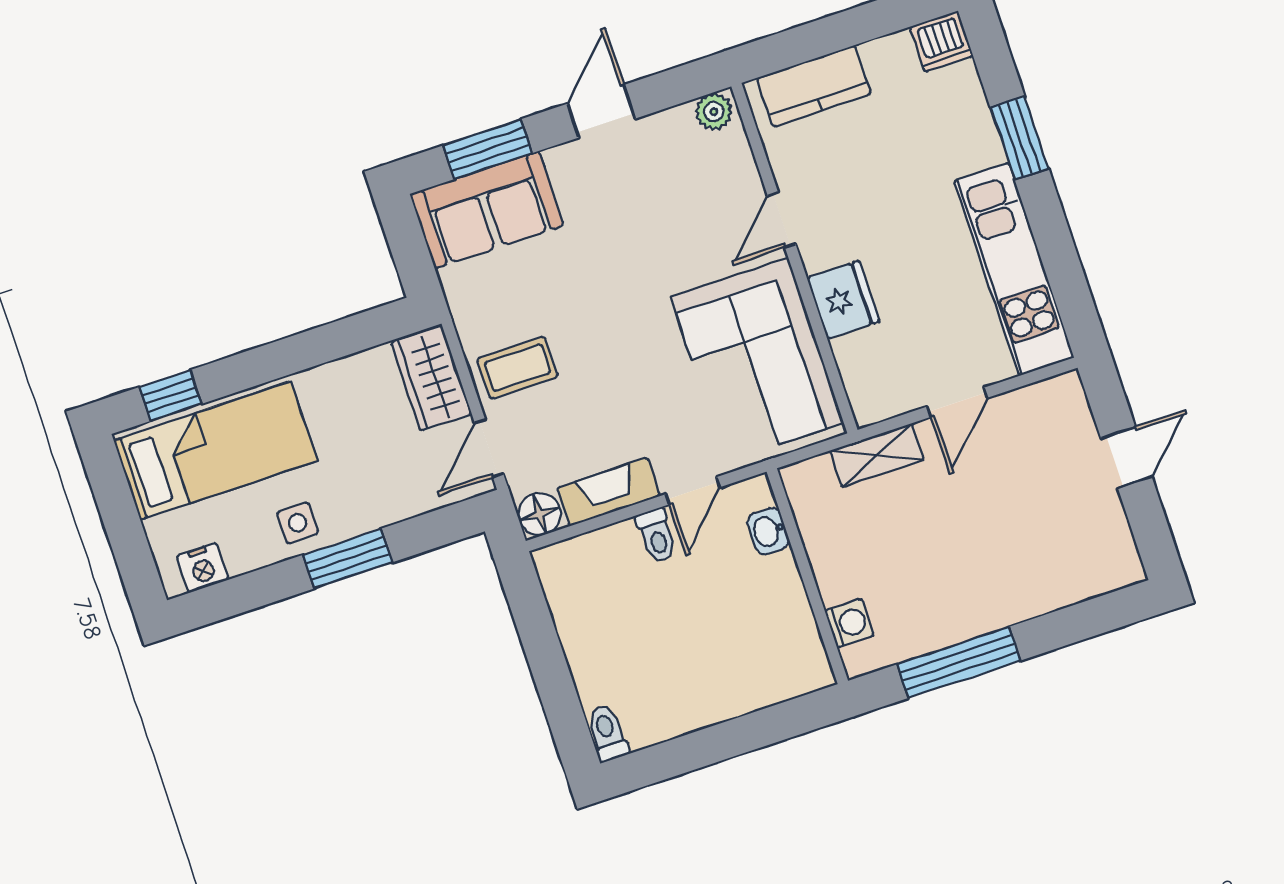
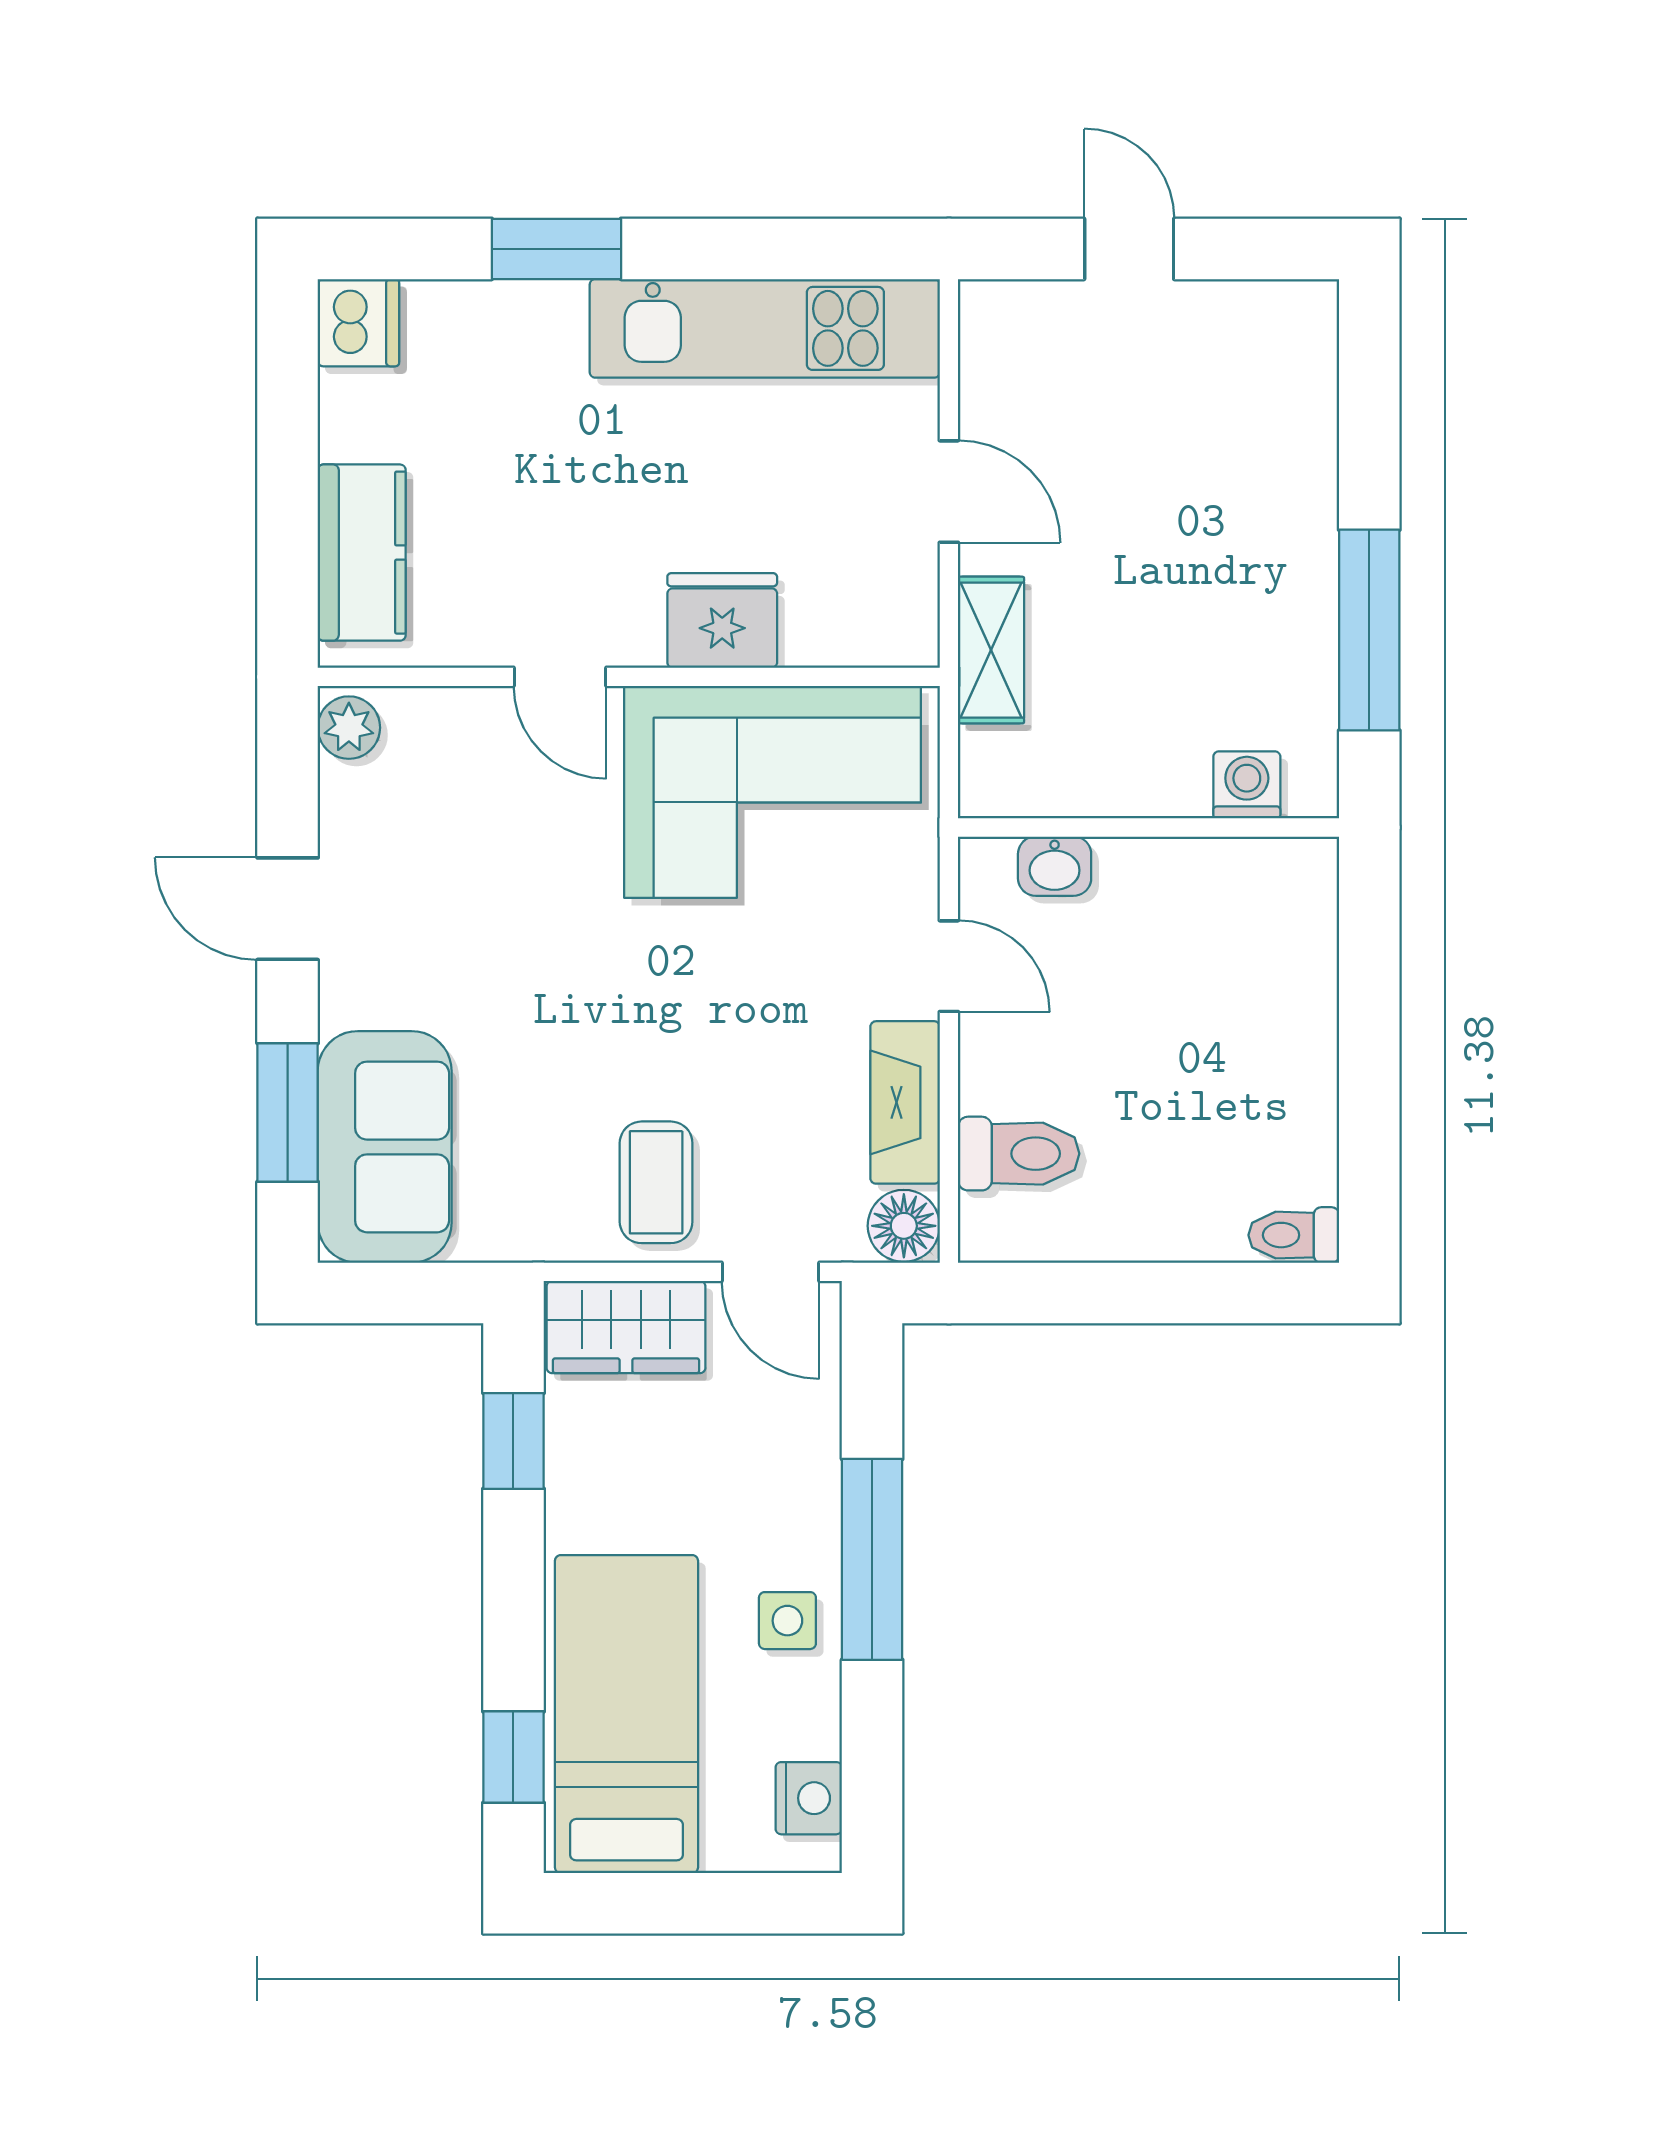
window: (347, 337) -> (513, 1441), added
toilet: (657, 536) -> (1019, 1154), moved, width x1.37, depth x1.39
window: (348, 559) -> (872, 1559), width x1.44

